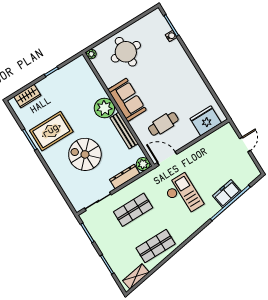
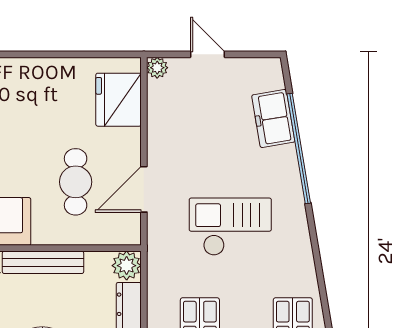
plant: (228, 128) -> (157, 68), added
door: (167, 158) -> (144, 189), moved
freezer: (227, 194) -> (273, 119), moved

